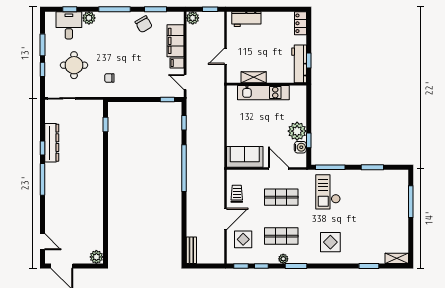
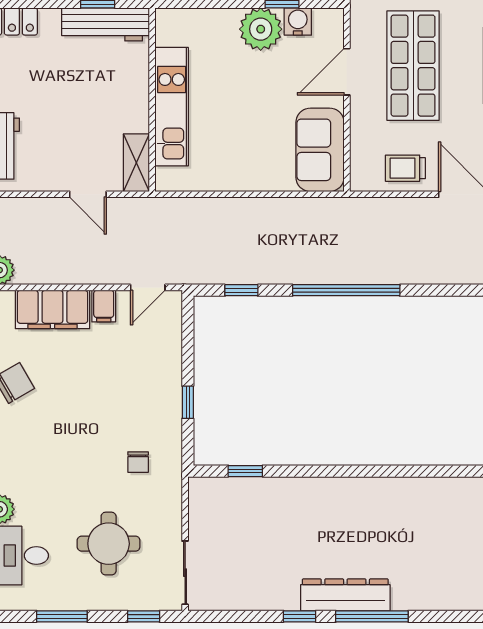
window: (42, 69) -> (144, 616), moved
shelving: (254, 77) -> (136, 163), moved
window: (167, 100) -> (188, 402), moved
dresser: (52, 143) -> (345, 595), moved
shop shelf: (281, 197) -> (413, 66), width x1.43, depth x1.36

